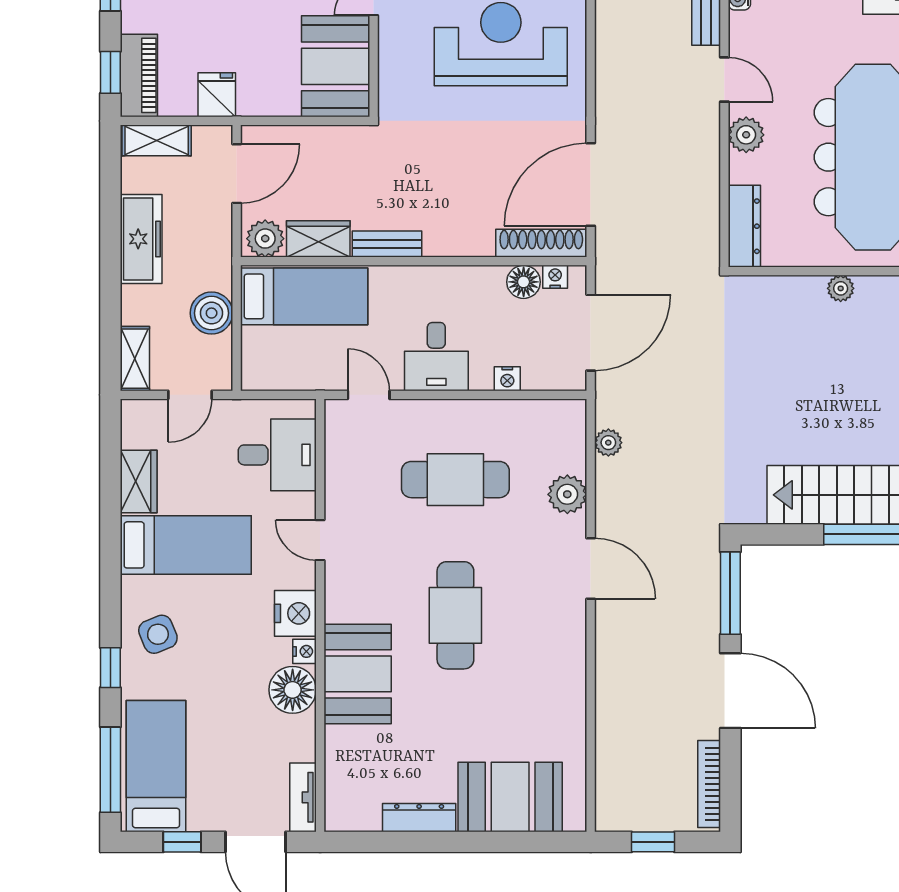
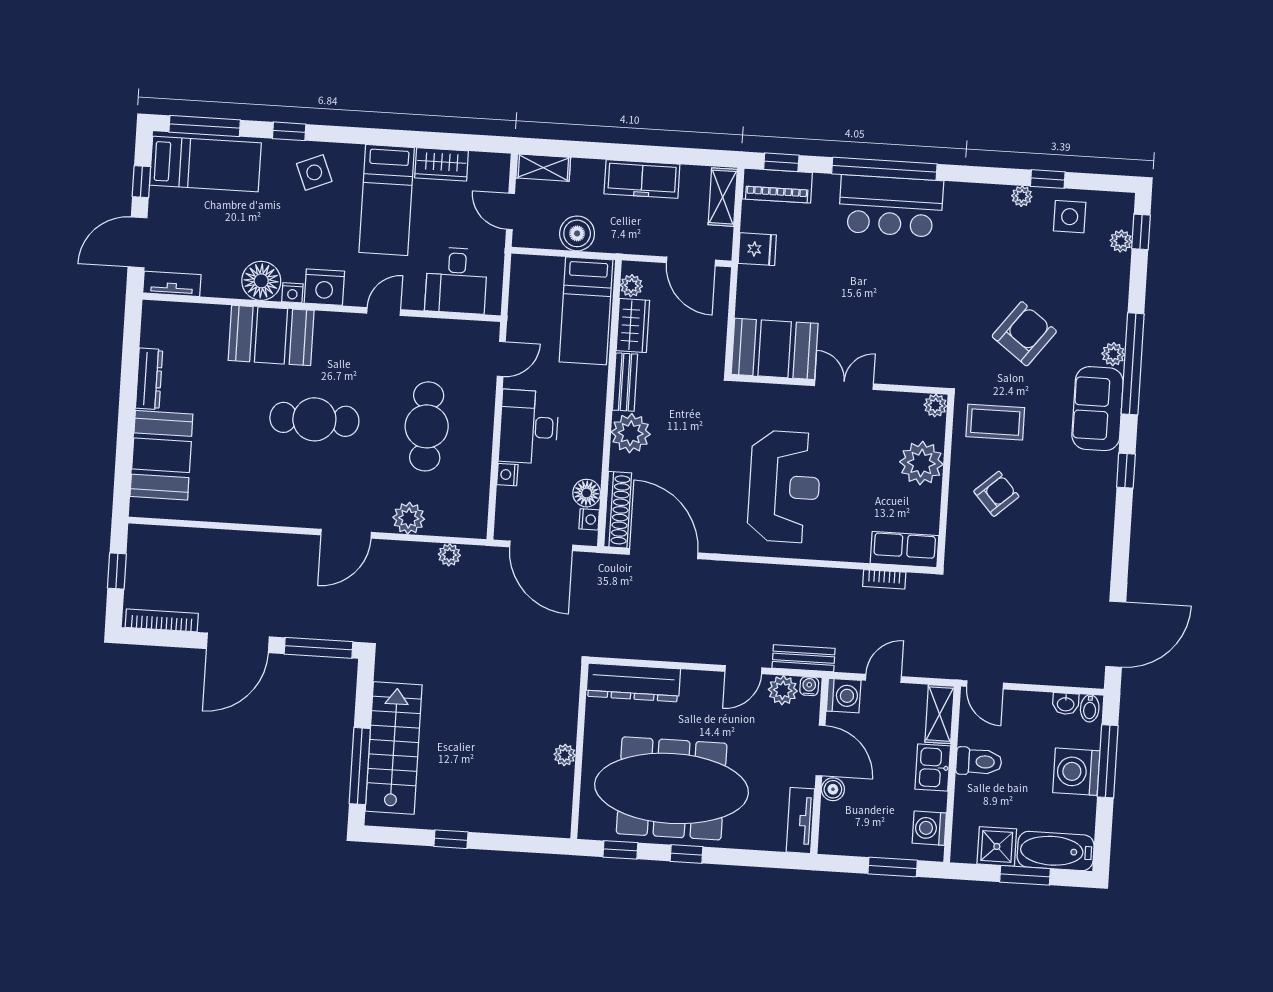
plant: (746, 135) -> (783, 690), moved
dresser: (744, 226) -> (633, 683), width x1.37, depth x1.24
plant: (448, 233) -> (631, 433), added
plant: (265, 239) -> (631, 286), width x0.73, depth x0.73
desk: (436, 357) -> (529, 427), width x1.37

